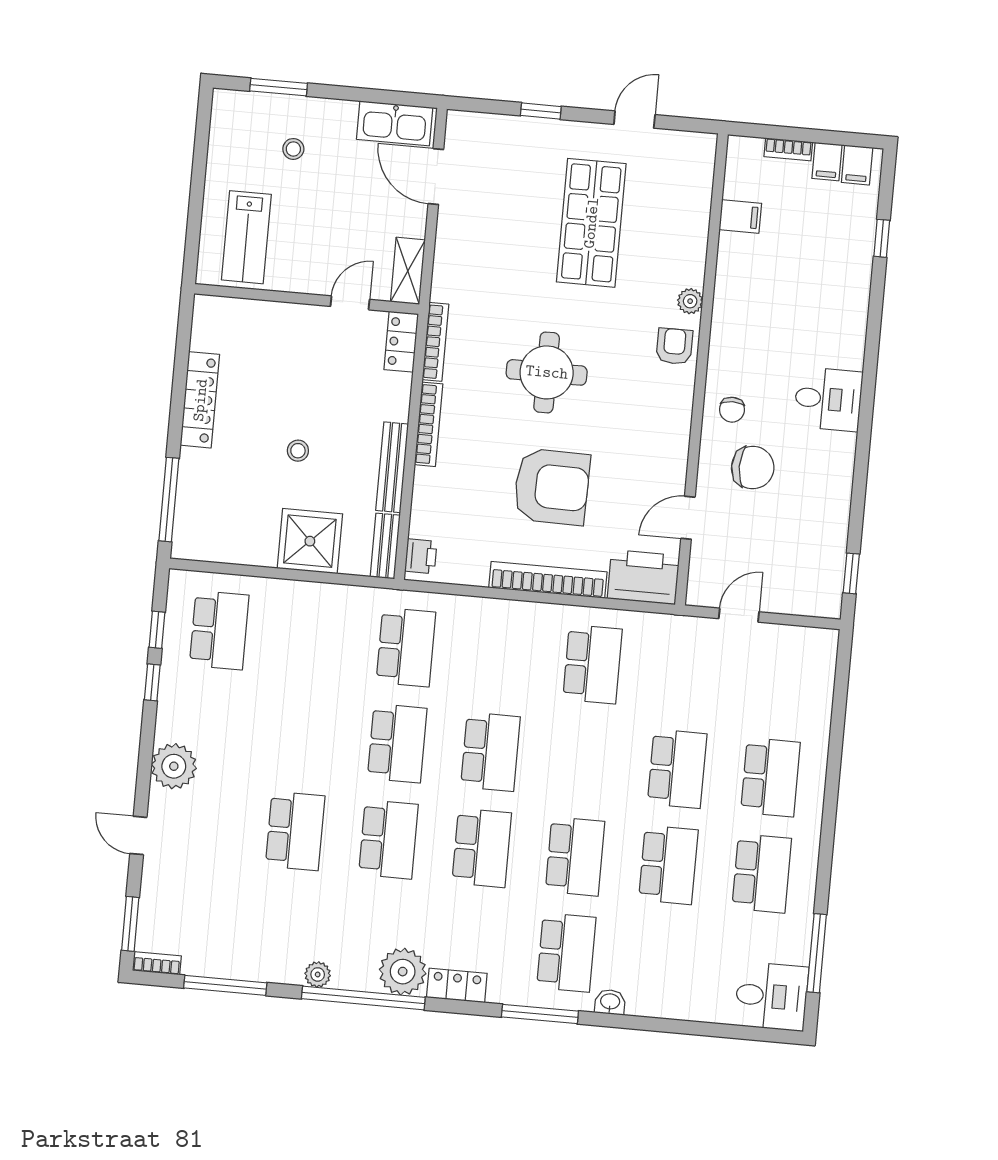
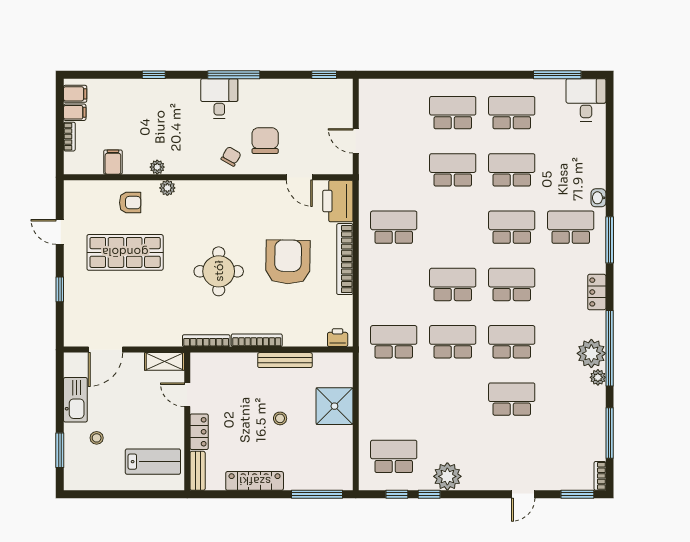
kitchen sink: (395, 123) -> (75, 400), moved
window: (882, 238) -> (154, 75), moved
plant: (726, 288) -> (157, 167), added
locker: (401, 342) -> (199, 432), moved, turned -90
armchair: (674, 346) -> (130, 203), moved, turned 180
chair: (732, 410) -> (231, 156), turned -60
window: (865, 426) -> (234, 75), added
bench: (385, 546) -> (198, 471), moved, turned 90
plant: (174, 766) -> (447, 476), moved
plant: (403, 972) -> (591, 353), moved

